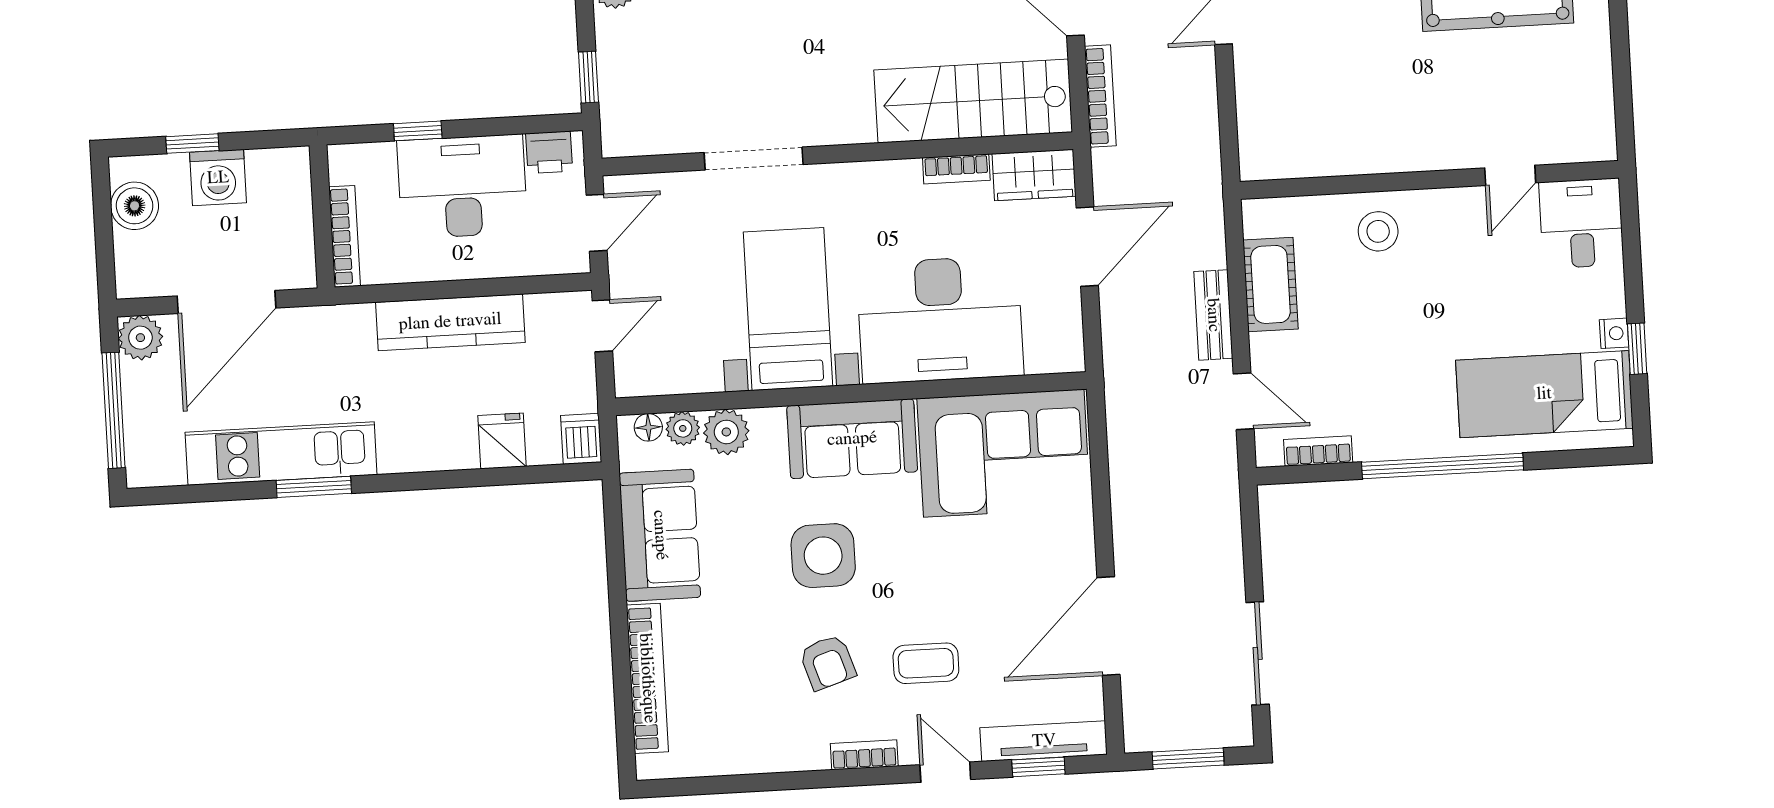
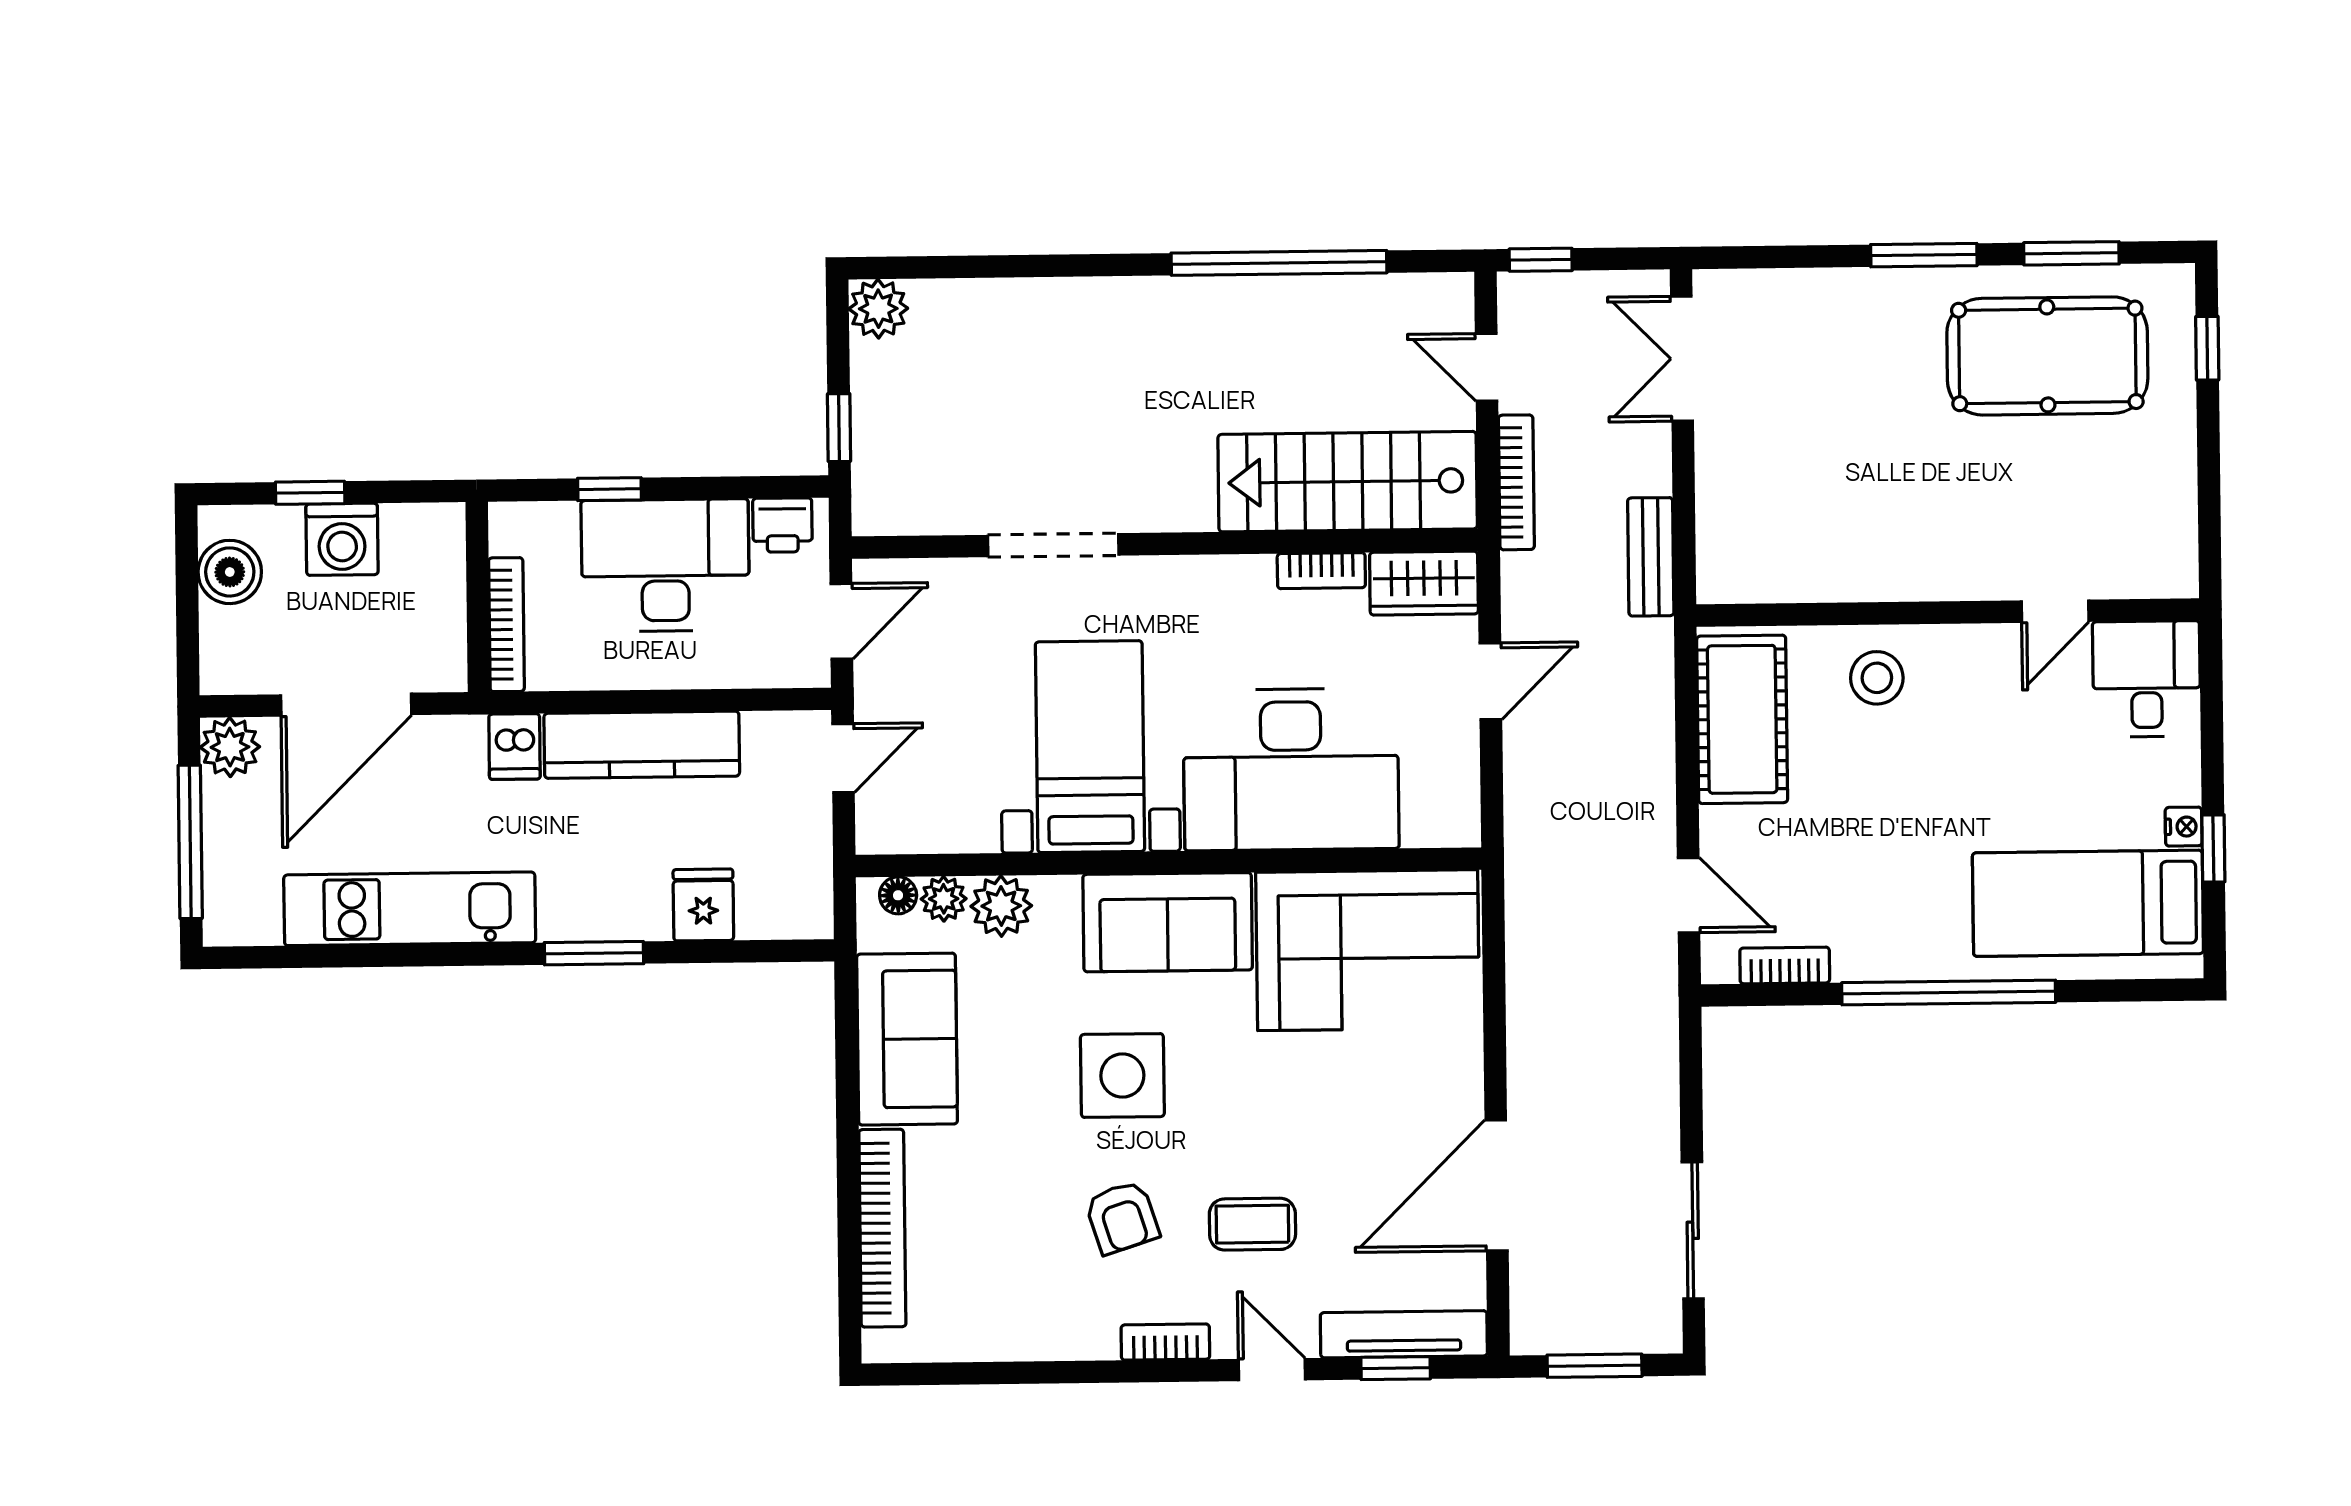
door: (1087, 247) -> (1490, 681), width x0.73
cot: (1271, 284) -> (1742, 719), width x1.37, depth x1.34
bench: (1213, 315) -> (1651, 557), moved
dishwasher: (581, 439) -> (514, 747), moved, turned 180
window: (314, 487) -> (594, 953), moved

